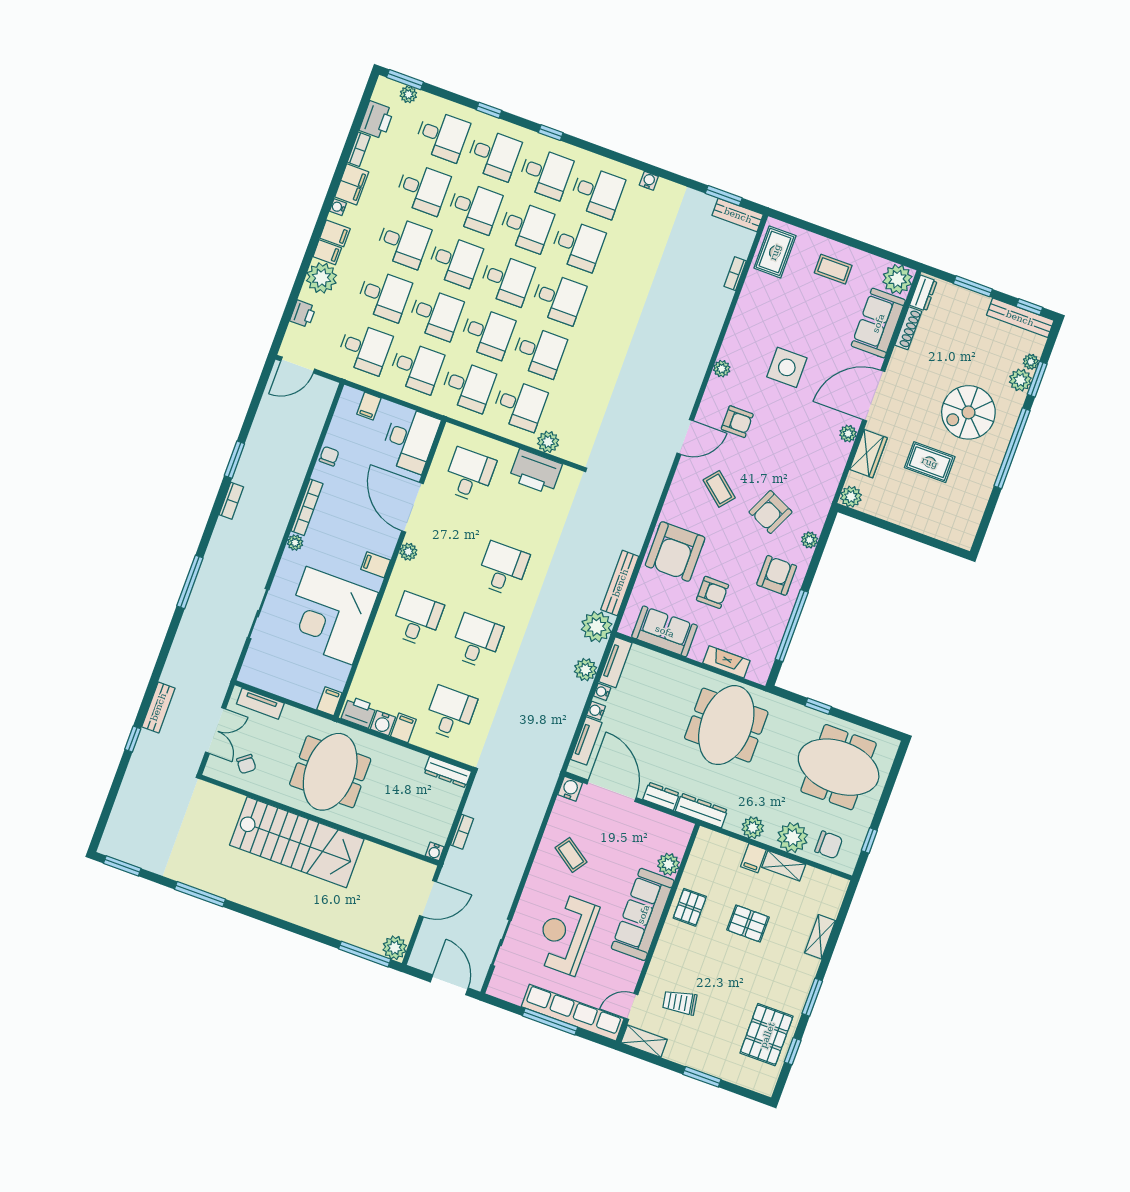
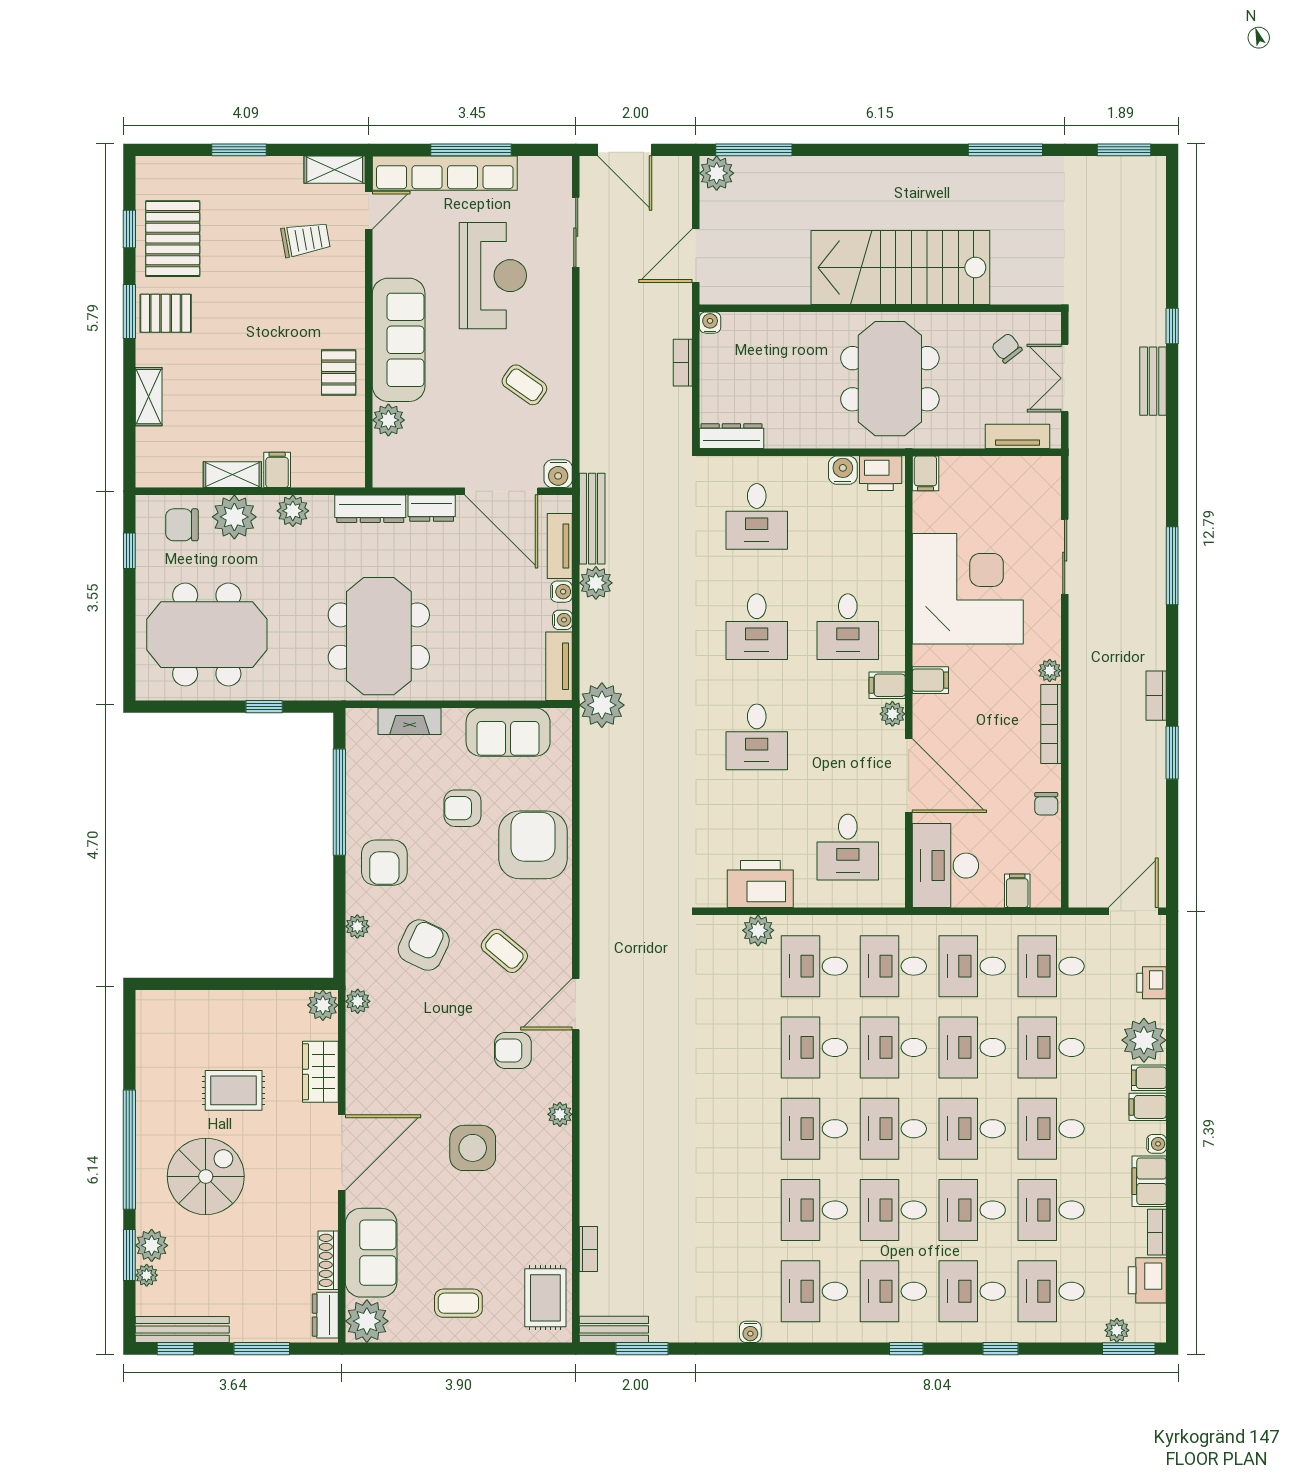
plant: (848, 434) -> (358, 1001), moved
bench: (620, 583) -> (592, 519), moved
plant: (585, 670) -> (596, 583), moved
filing cabinet: (403, 728) -> (887, 685), moved, turned 90
pallet: (748, 924) -> (166, 313), moved

